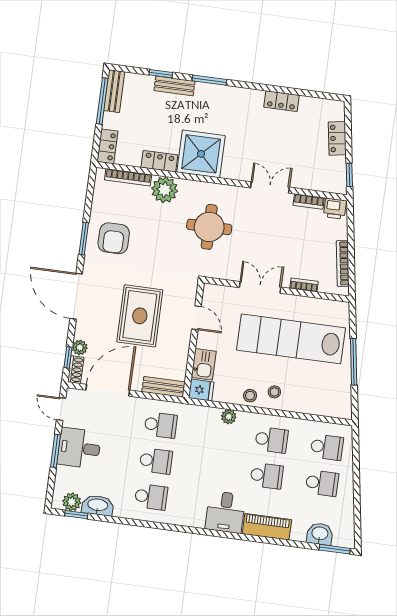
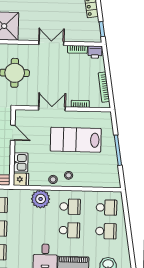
lab bench: (291, 339) -> (76, 140), width x0.73
plant: (229, 417) -> (41, 199), width x1.88, depth x1.88

